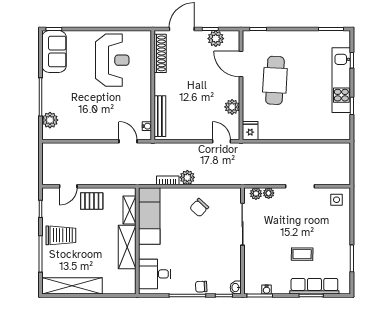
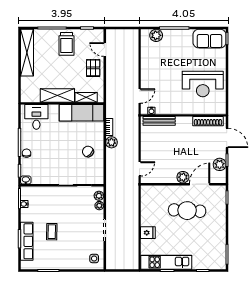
kitchen unit: (341, 80) -> (166, 262), moved
plant: (232, 107) -> (183, 177), moved
fridge: (250, 131) -> (148, 233), moved

